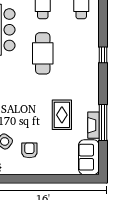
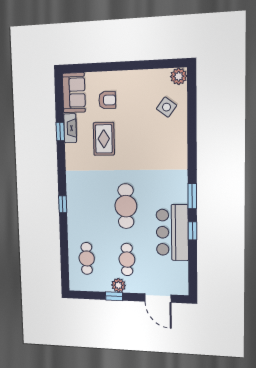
window: (103, 122) -> (60, 131), width x0.46
armchair: (29, 150) -> (107, 100), moved, turned -90

